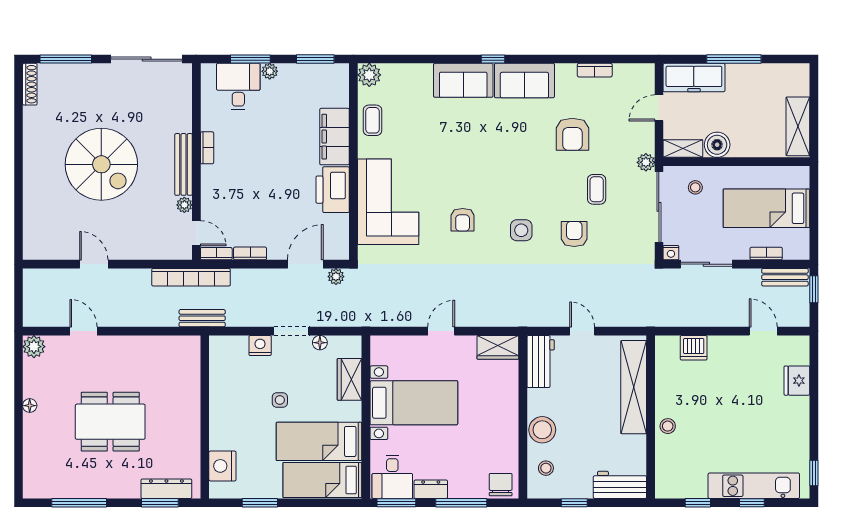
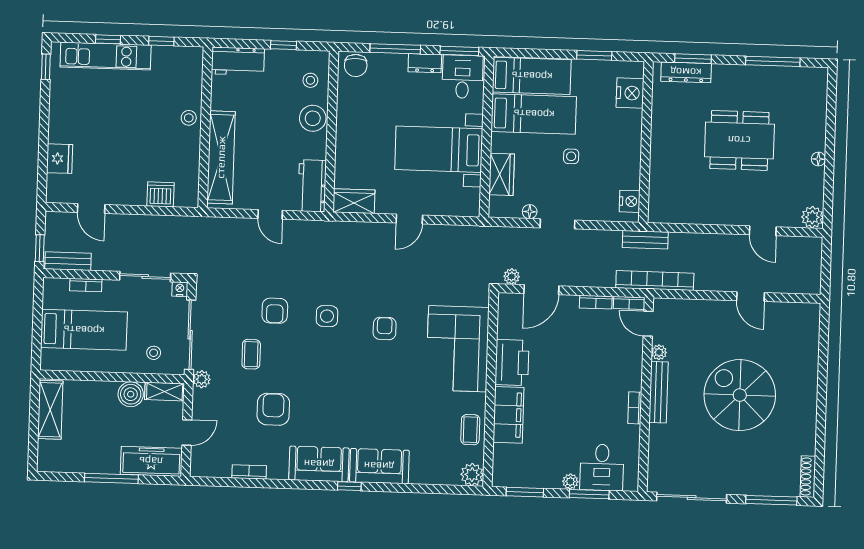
nightstand: (260, 346) -> (630, 201), moved, turned -90

